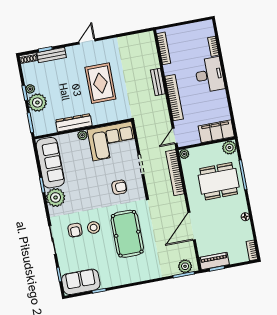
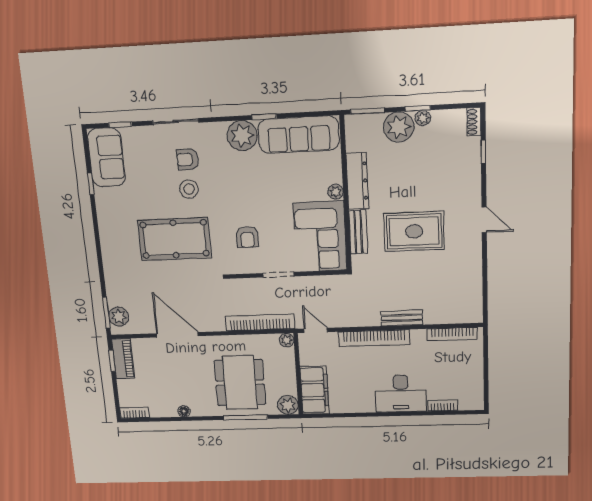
bench: (52, 55) -> (358, 232), moved

